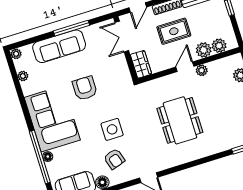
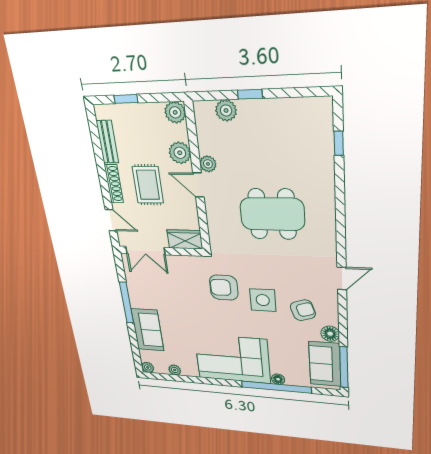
sofa: (59, 46) -> (147, 330), width x0.73
plant: (219, 46) -> (175, 112), moved
armchair: (85, 88) -> (224, 288), moved

